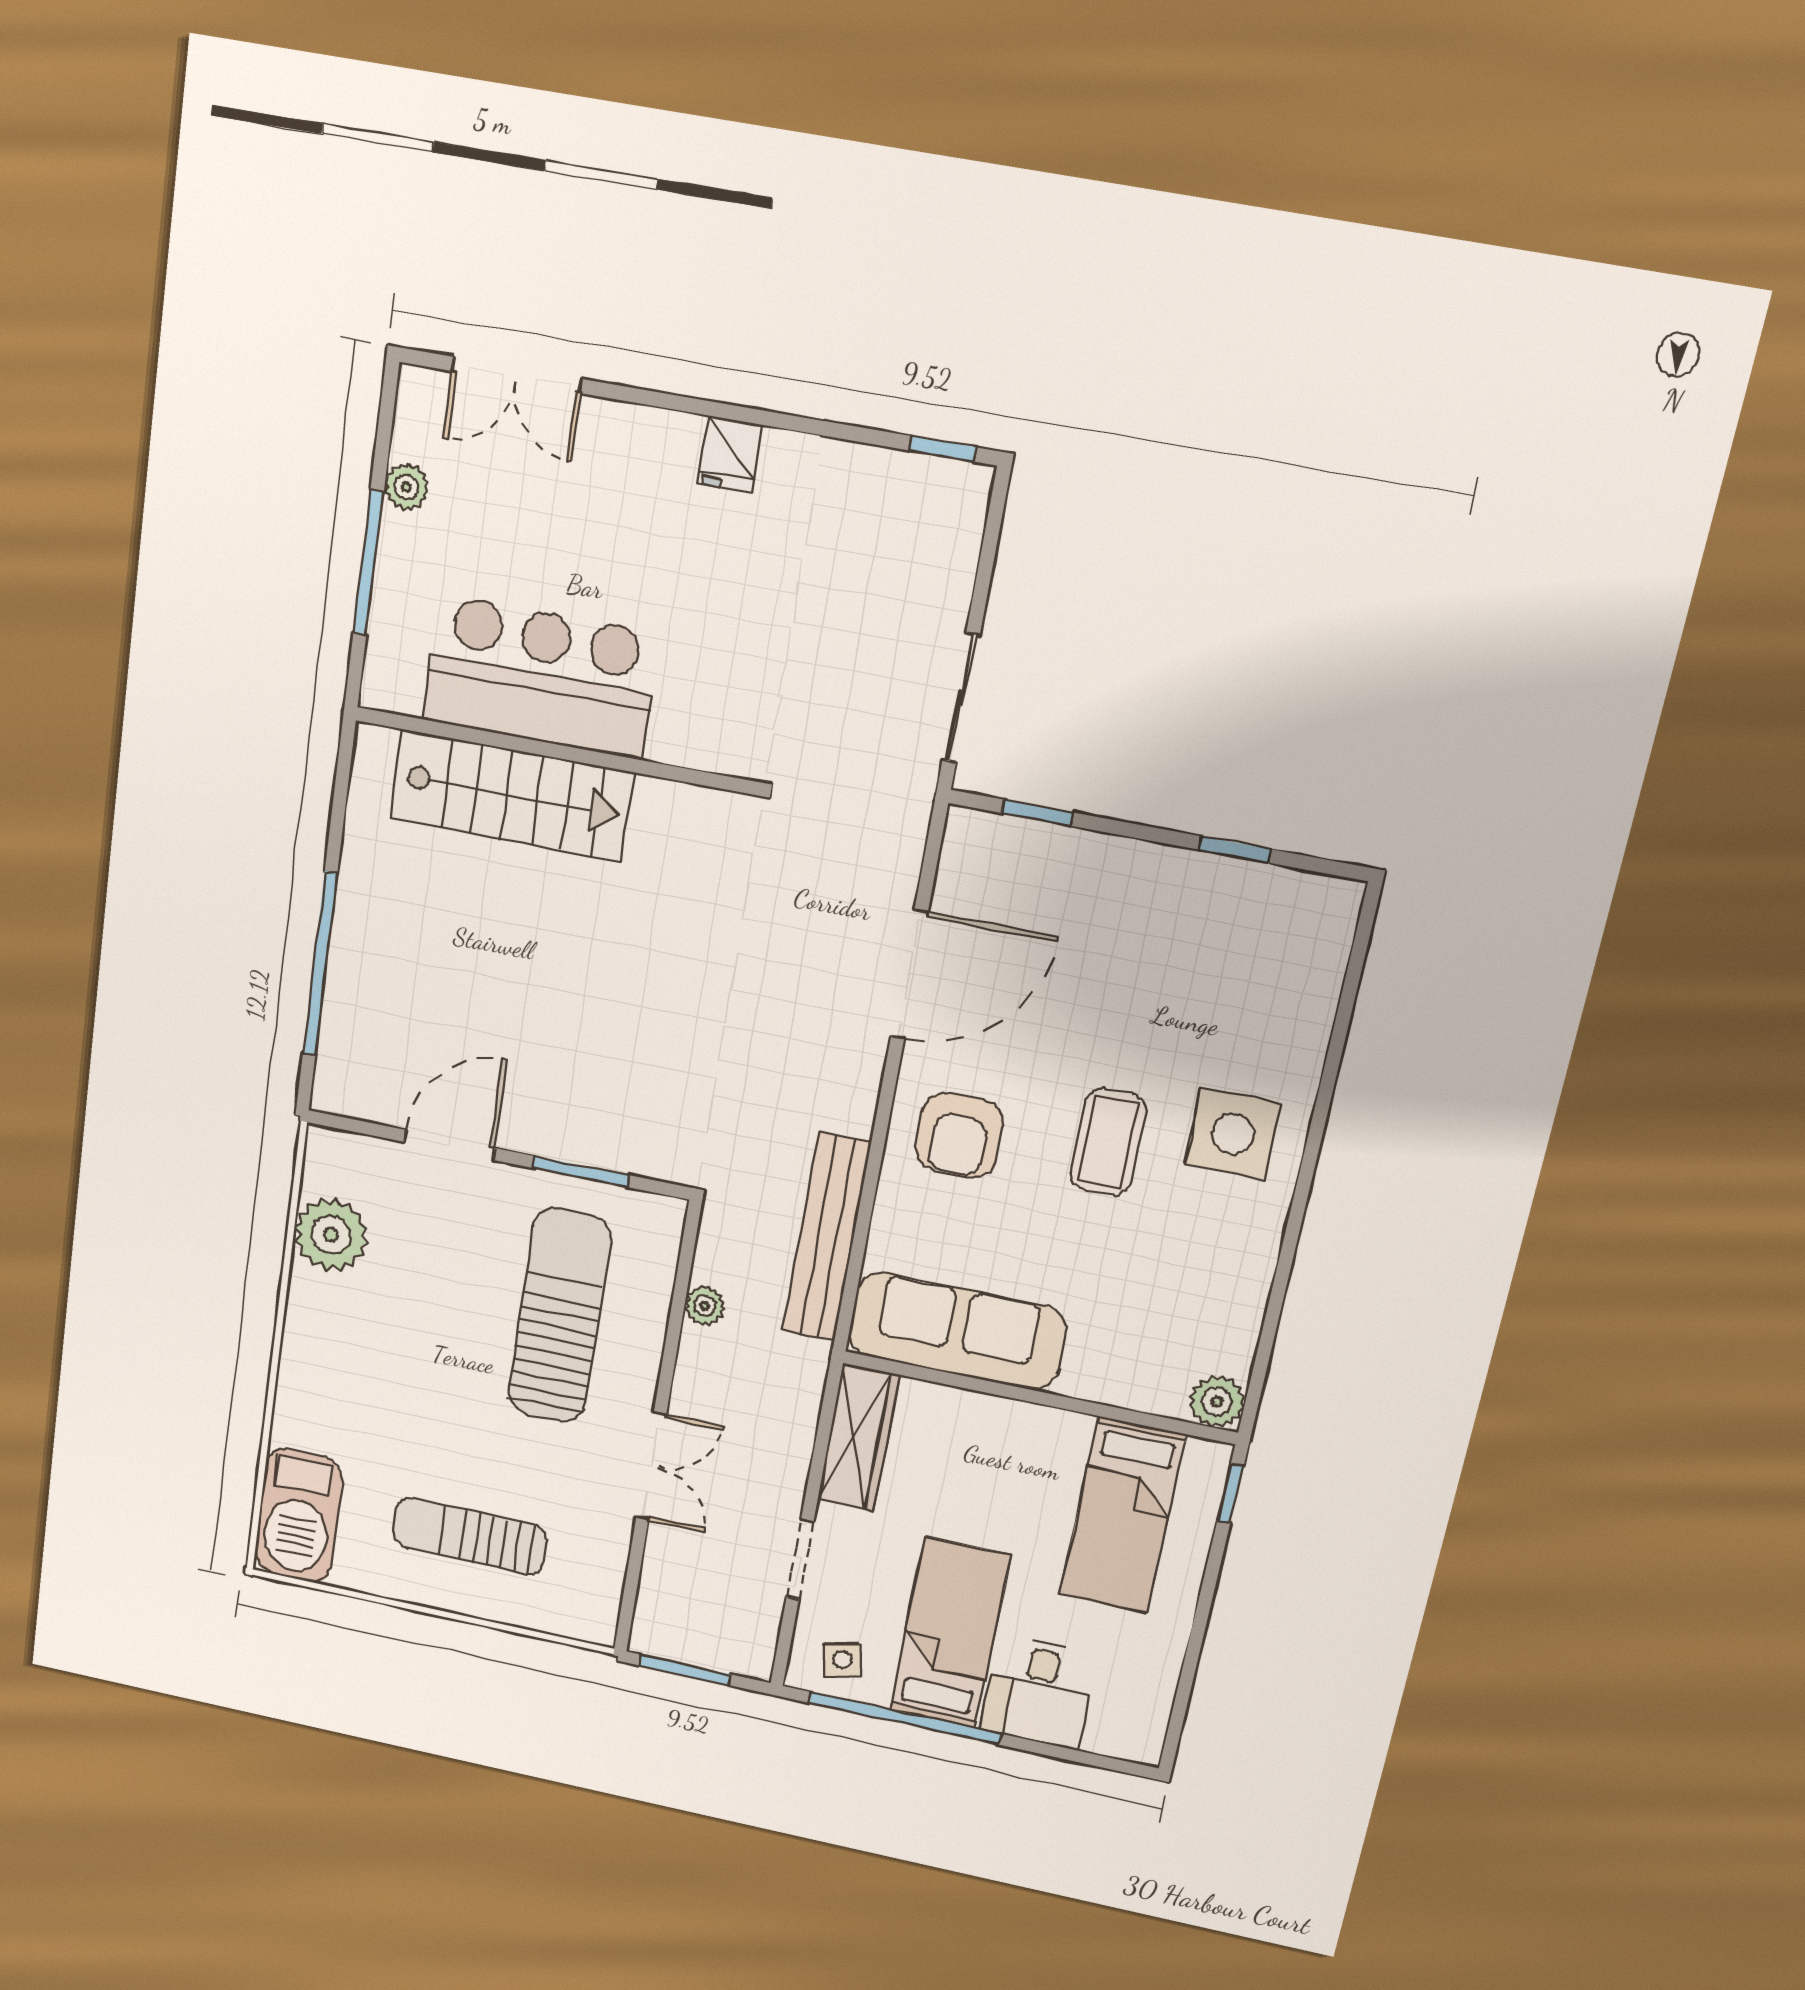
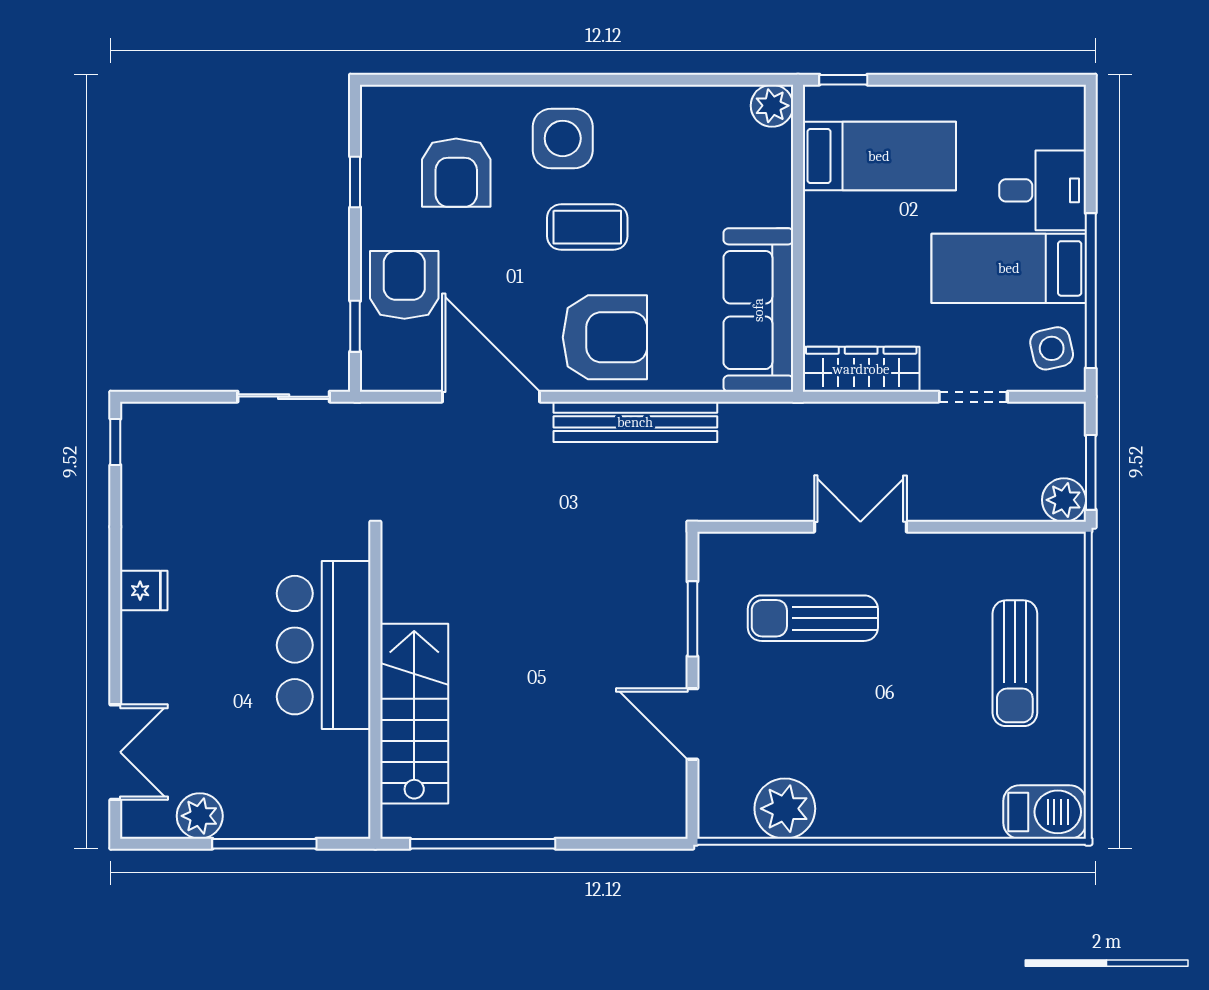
plant: (407, 487) -> (200, 816), width x1.38, depth x1.38
bar counter: (541, 677) -> (324, 645), moved
armchair: (1081, 889) -> (404, 285), added
window: (320, 964) -> (483, 844), moved
armchair: (1218, 987) -> (456, 173), added
armchair: (959, 1135) -> (605, 337), width x1.36, depth x1.36
bench: (827, 1237) -> (635, 422), moved
plant: (705, 1306) -> (1064, 500), moved, width x1.38, depth x1.38
sun lounger: (559, 1316) -> (813, 618), width x0.73, depth x0.75
double door: (651, 1466) -> (860, 527), moved
barbecue: (298, 1516) -> (1045, 812), width x0.73, depth x0.83
side table: (842, 1660) -> (1052, 348), width x1.37, depth x1.37

